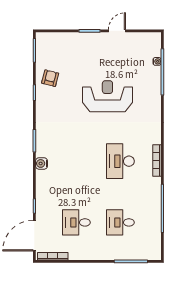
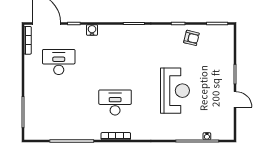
water cooler: (42, 163) -> (92, 30), moved
desk: (76, 222) -> (59, 62), width x1.37
desk: (120, 222) -> (59, 102), removed

